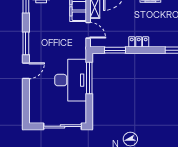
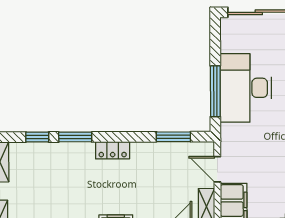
locker: (139, 42) -> (113, 150), moved

